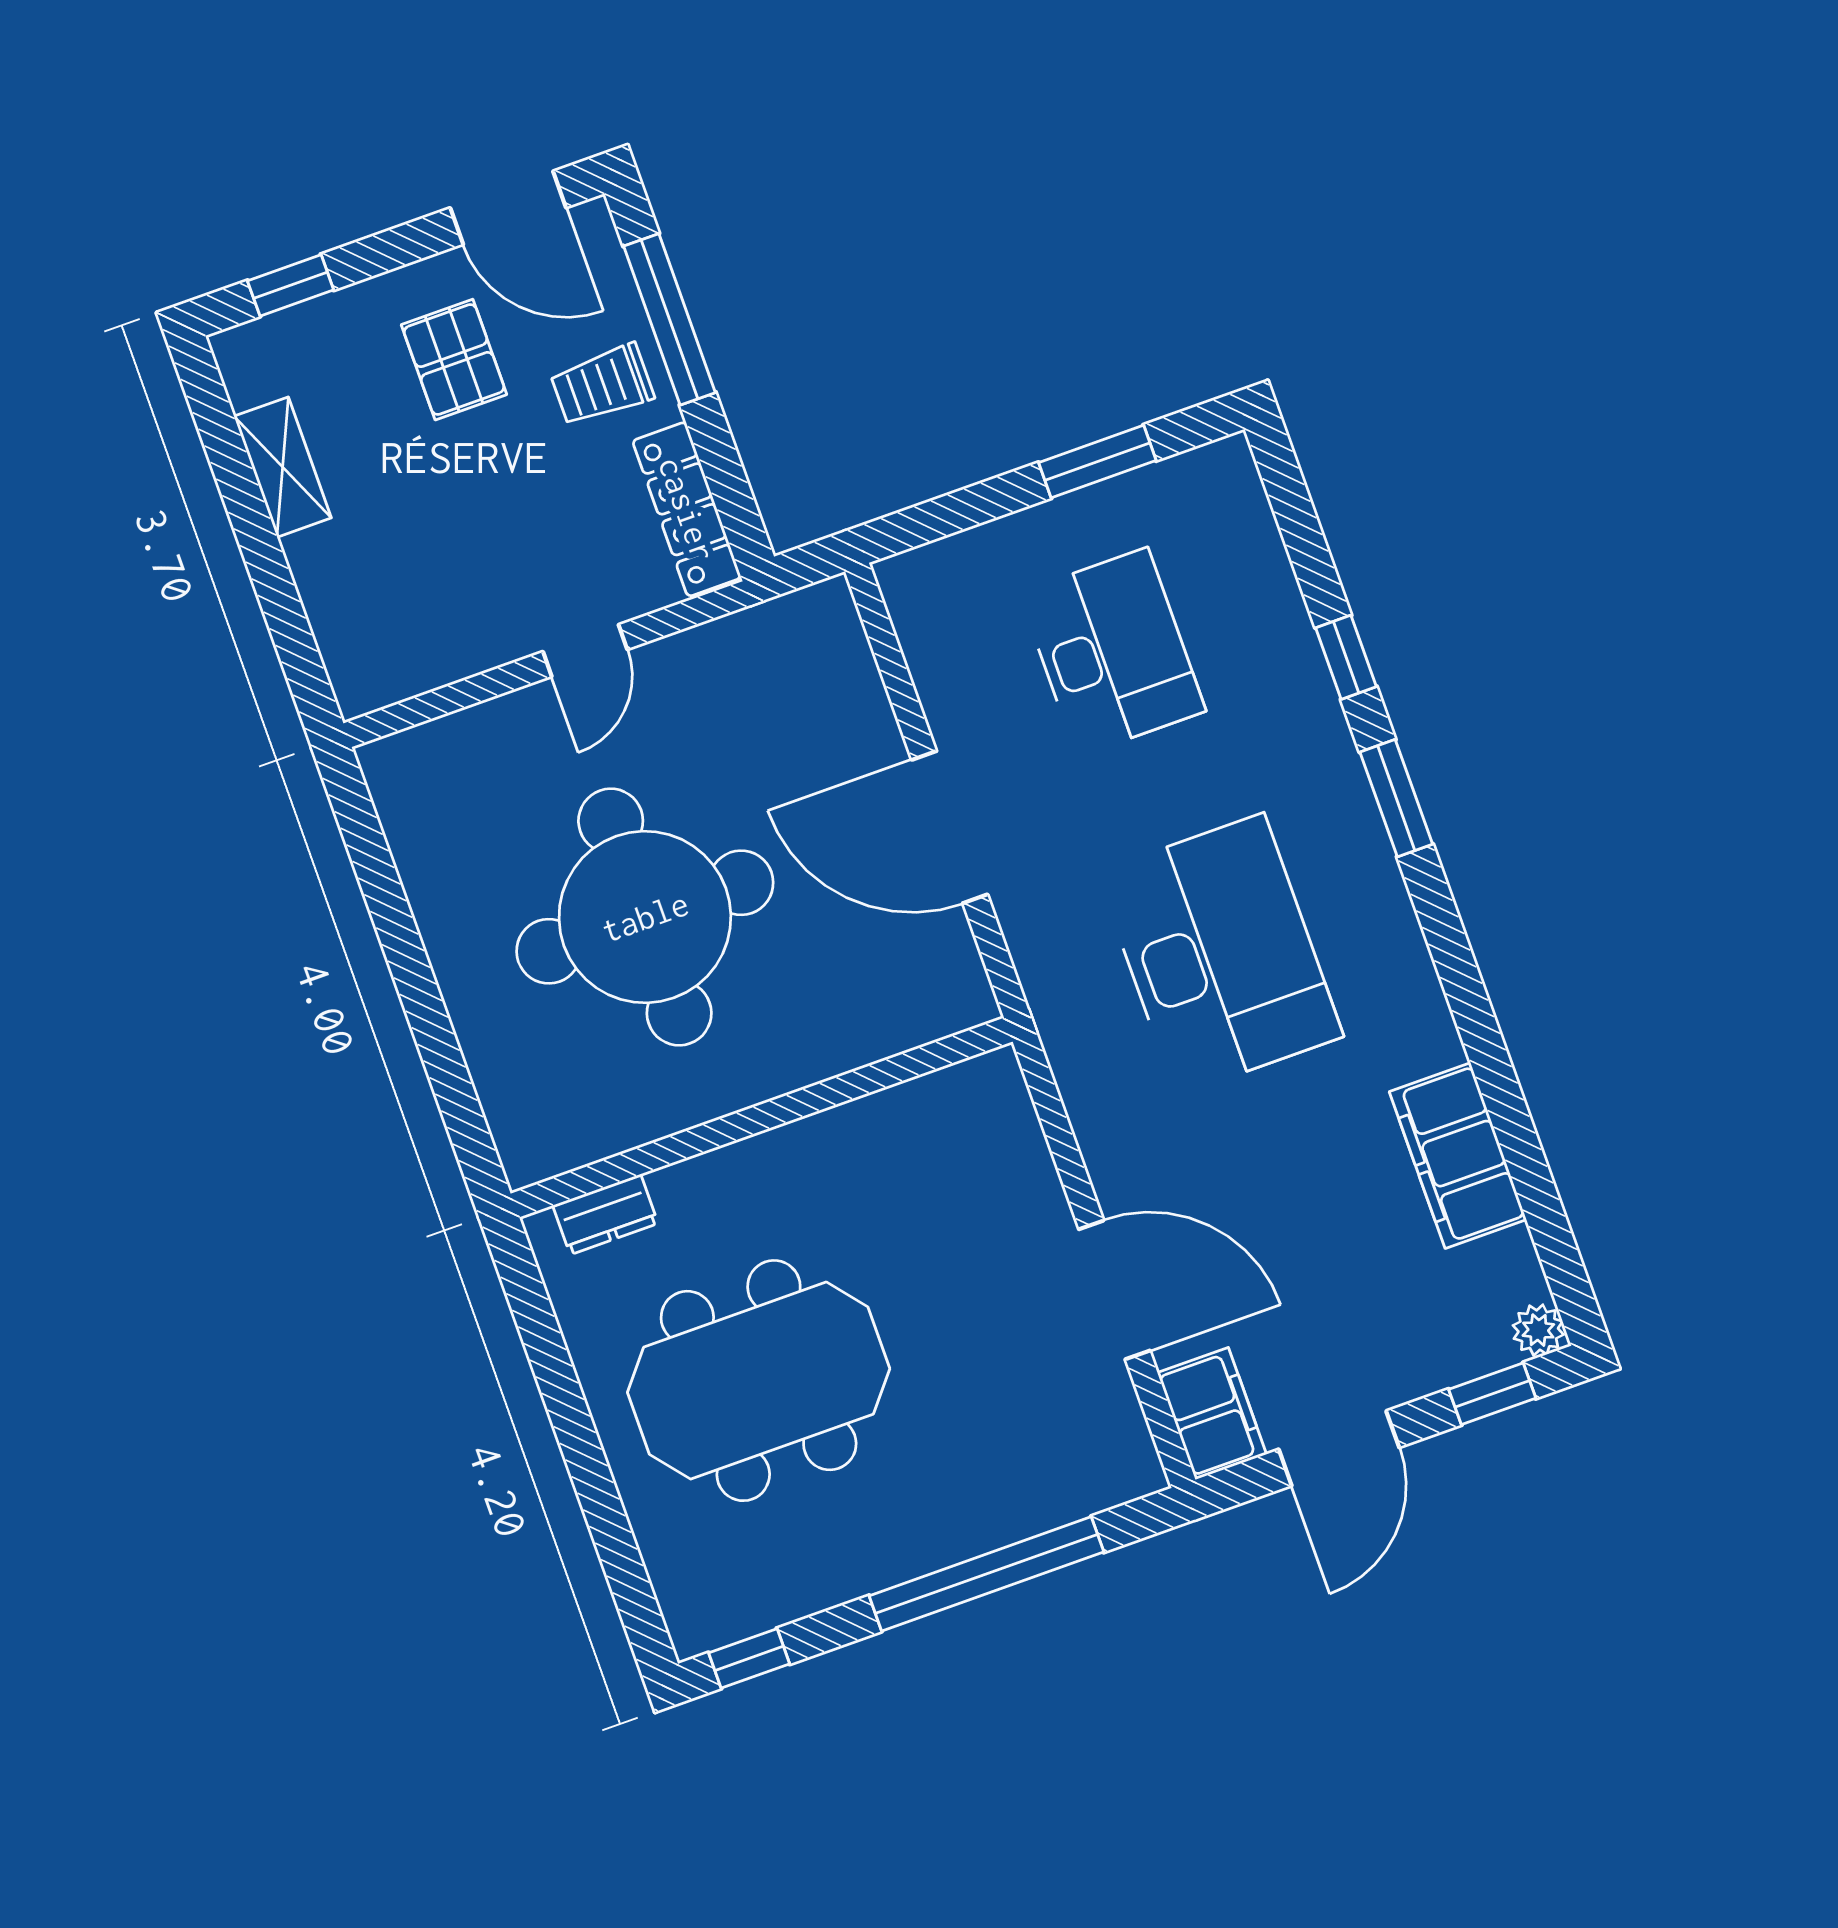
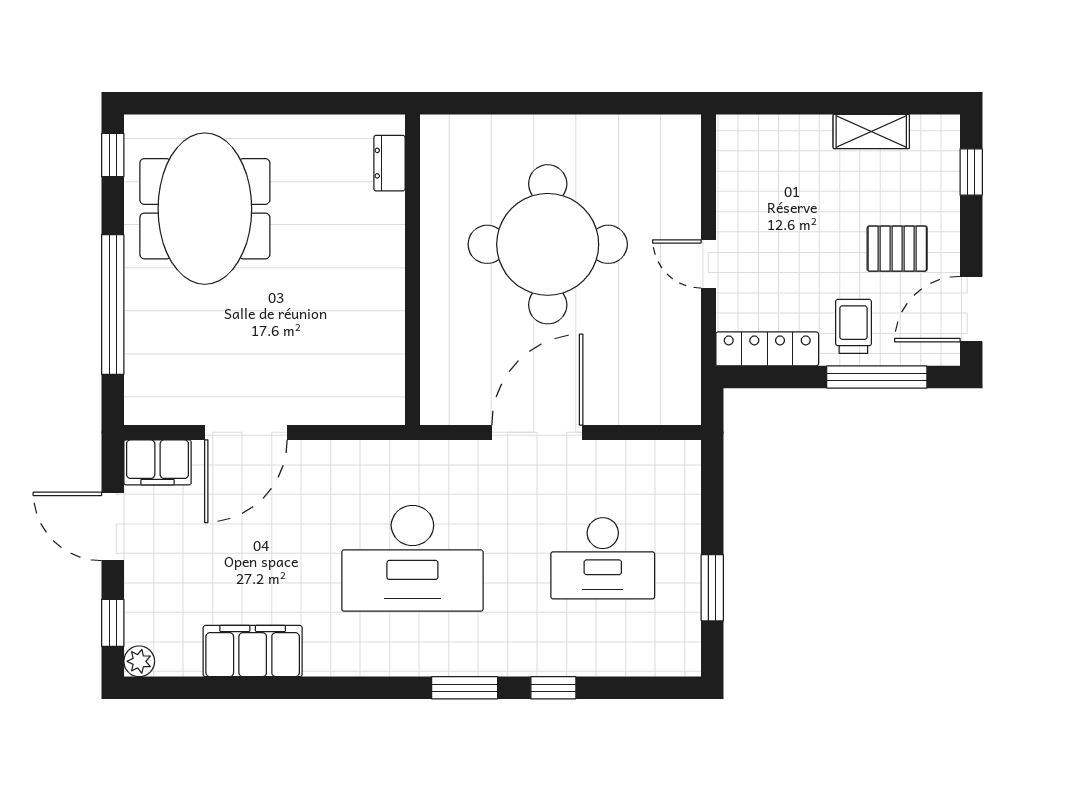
meeting table: (759, 1381) -> (205, 209), moved

